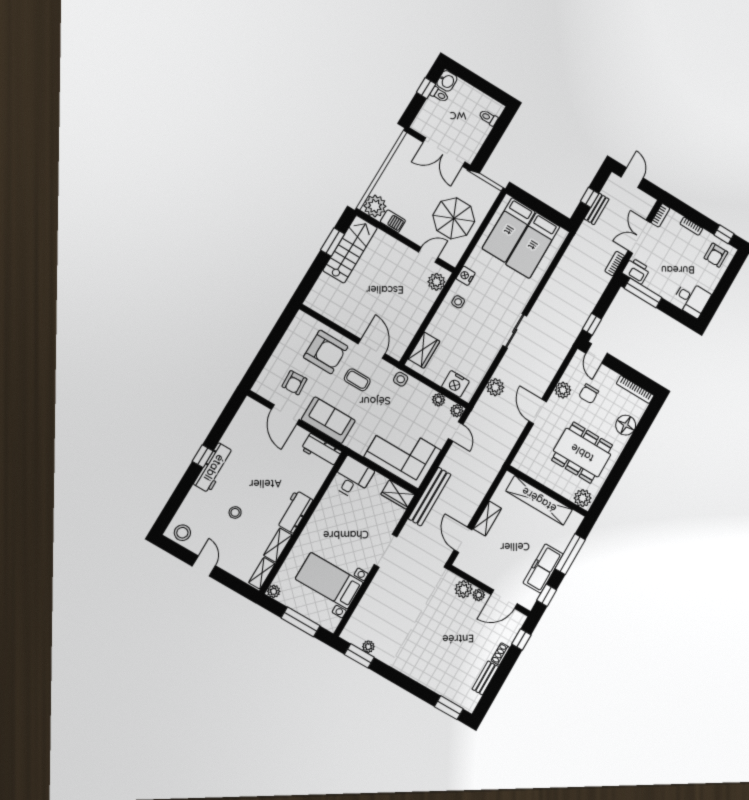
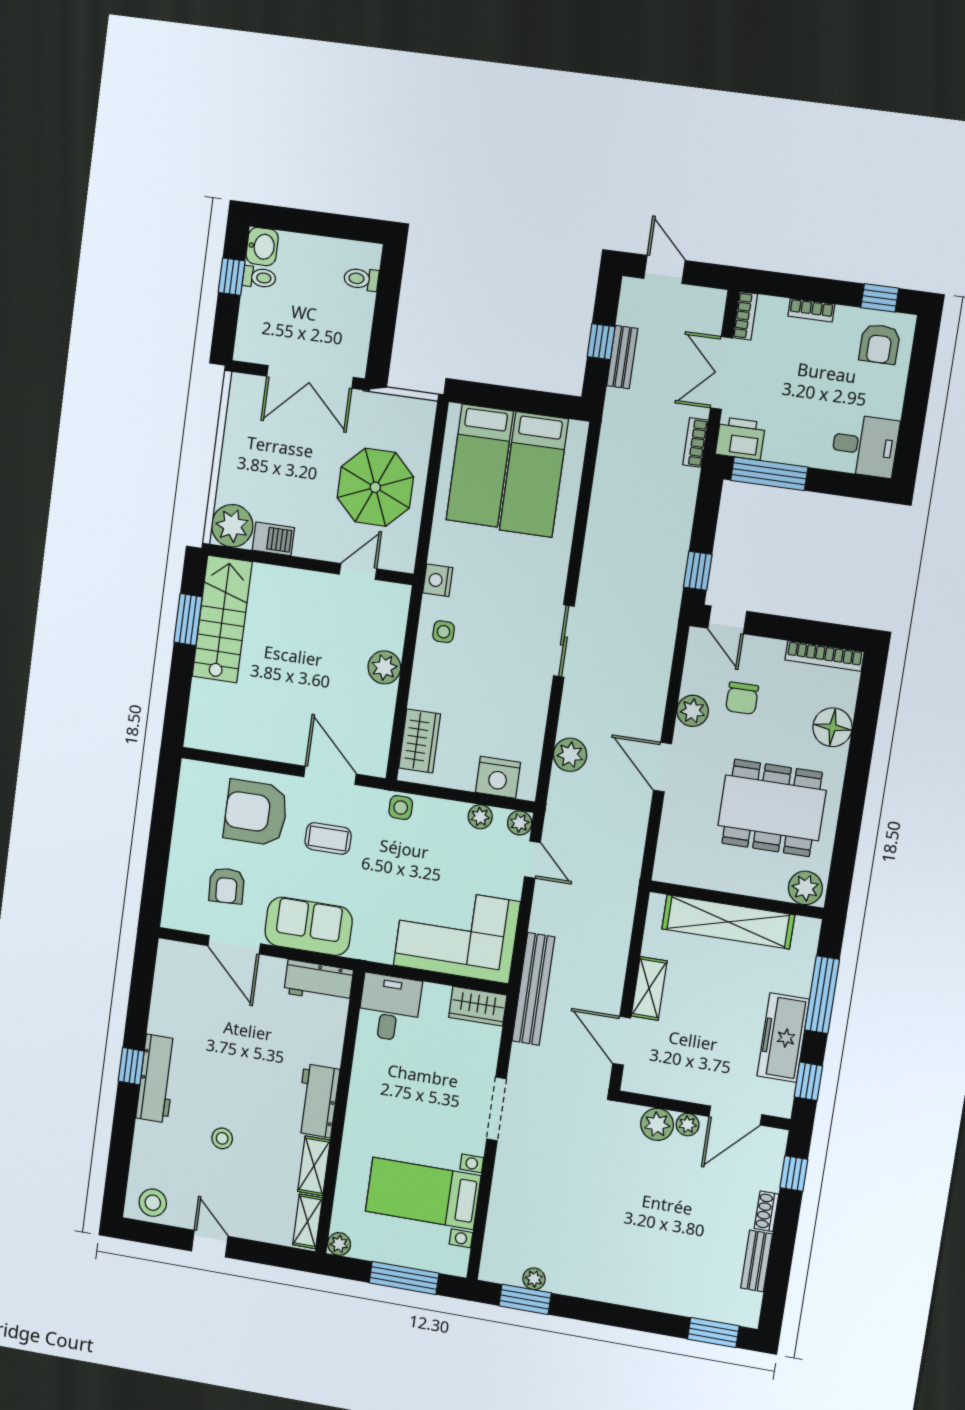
plant: (436, 282) -> (384, 667), moved
armchair: (326, 352) -> (256, 813), turned 180

